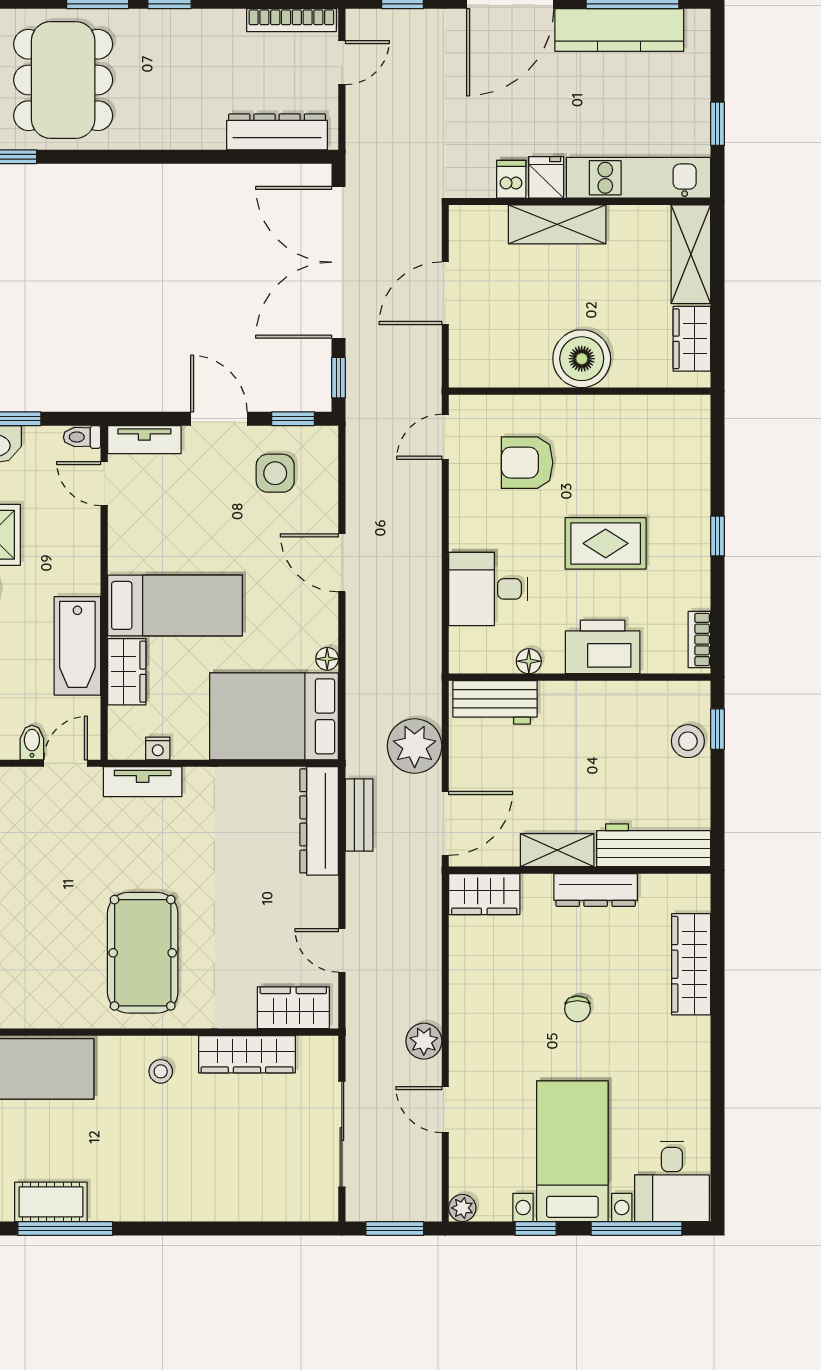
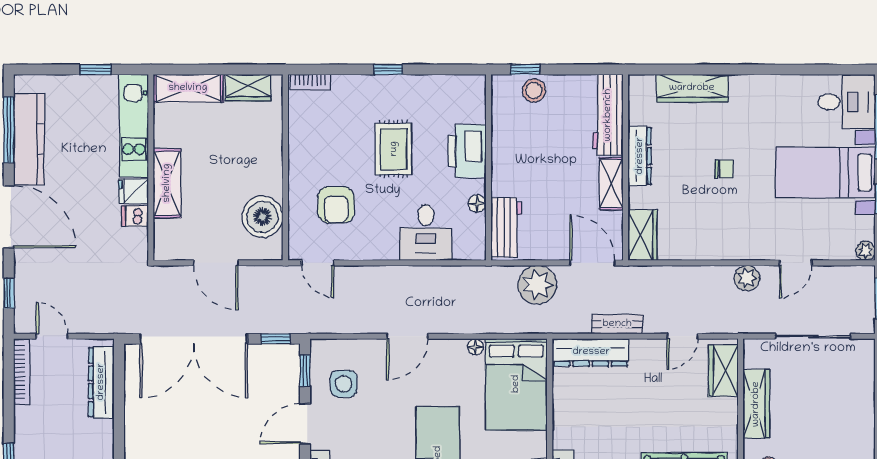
boiler: (582, 359) -> (262, 217), moved
bookcase: (699, 640) -> (310, 82), moved
bench: (359, 815) -> (617, 324), moved

